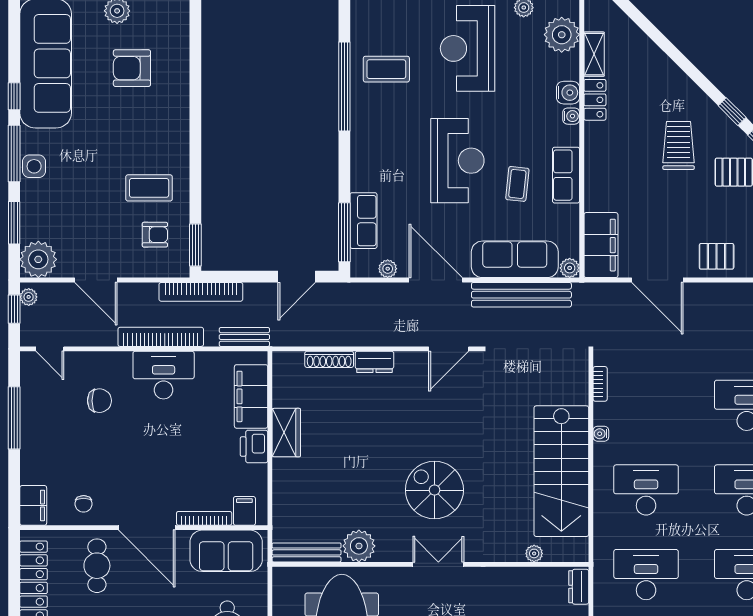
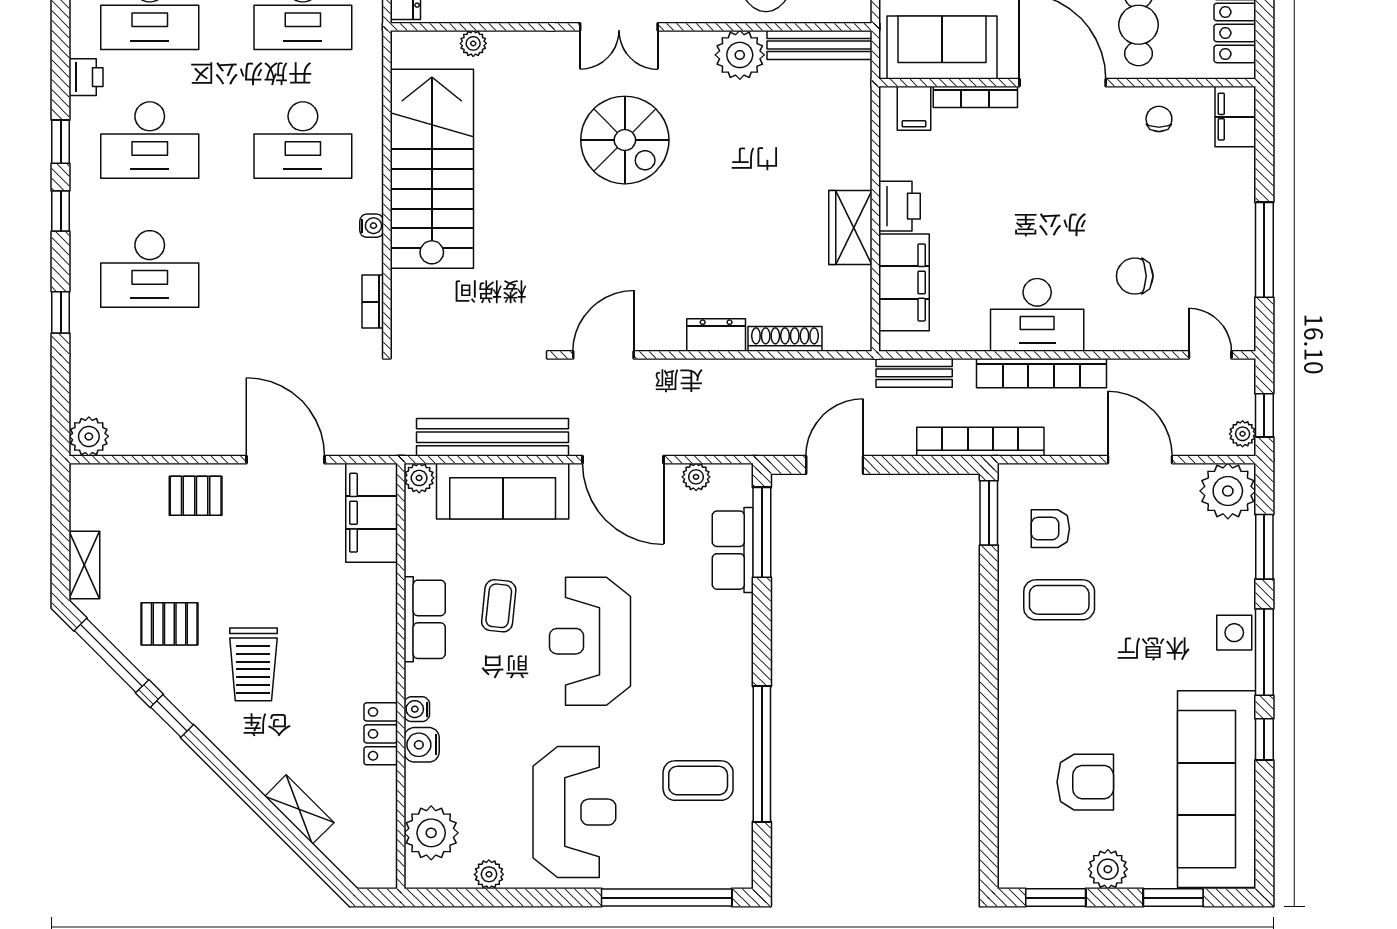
shelving: (594, 54) -> (299, 809), moved, turned -45

